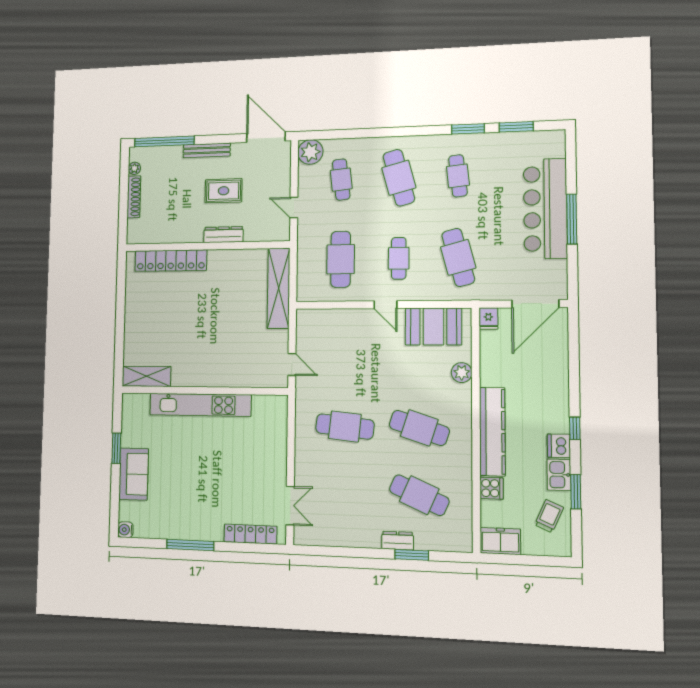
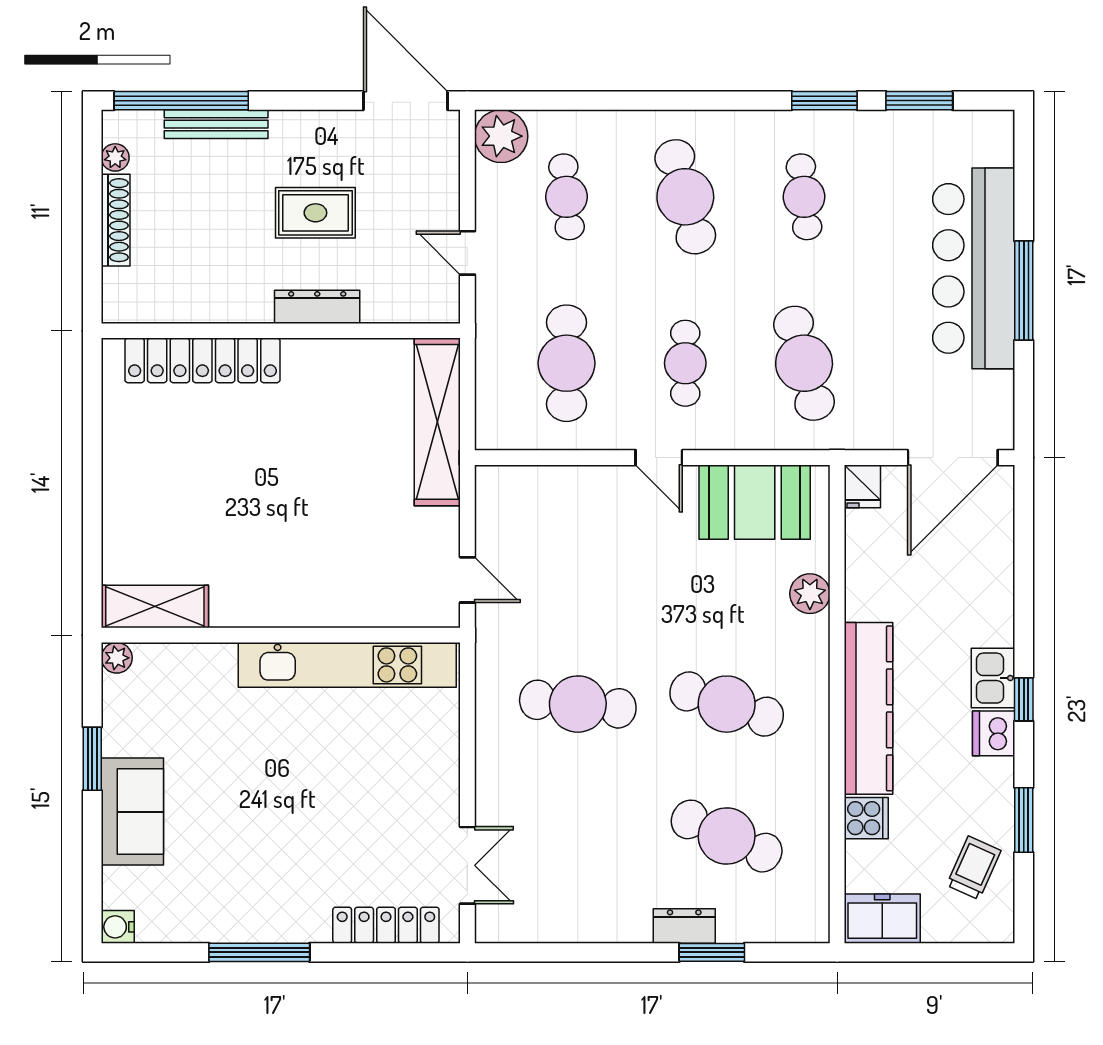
bench: (207, 150) -> (216, 124), moved
plant: (129, 400) -> (117, 658), added
kitchen unit: (200, 405) -> (347, 665), moved
kitchen sink: (559, 475) -> (993, 678), moved

